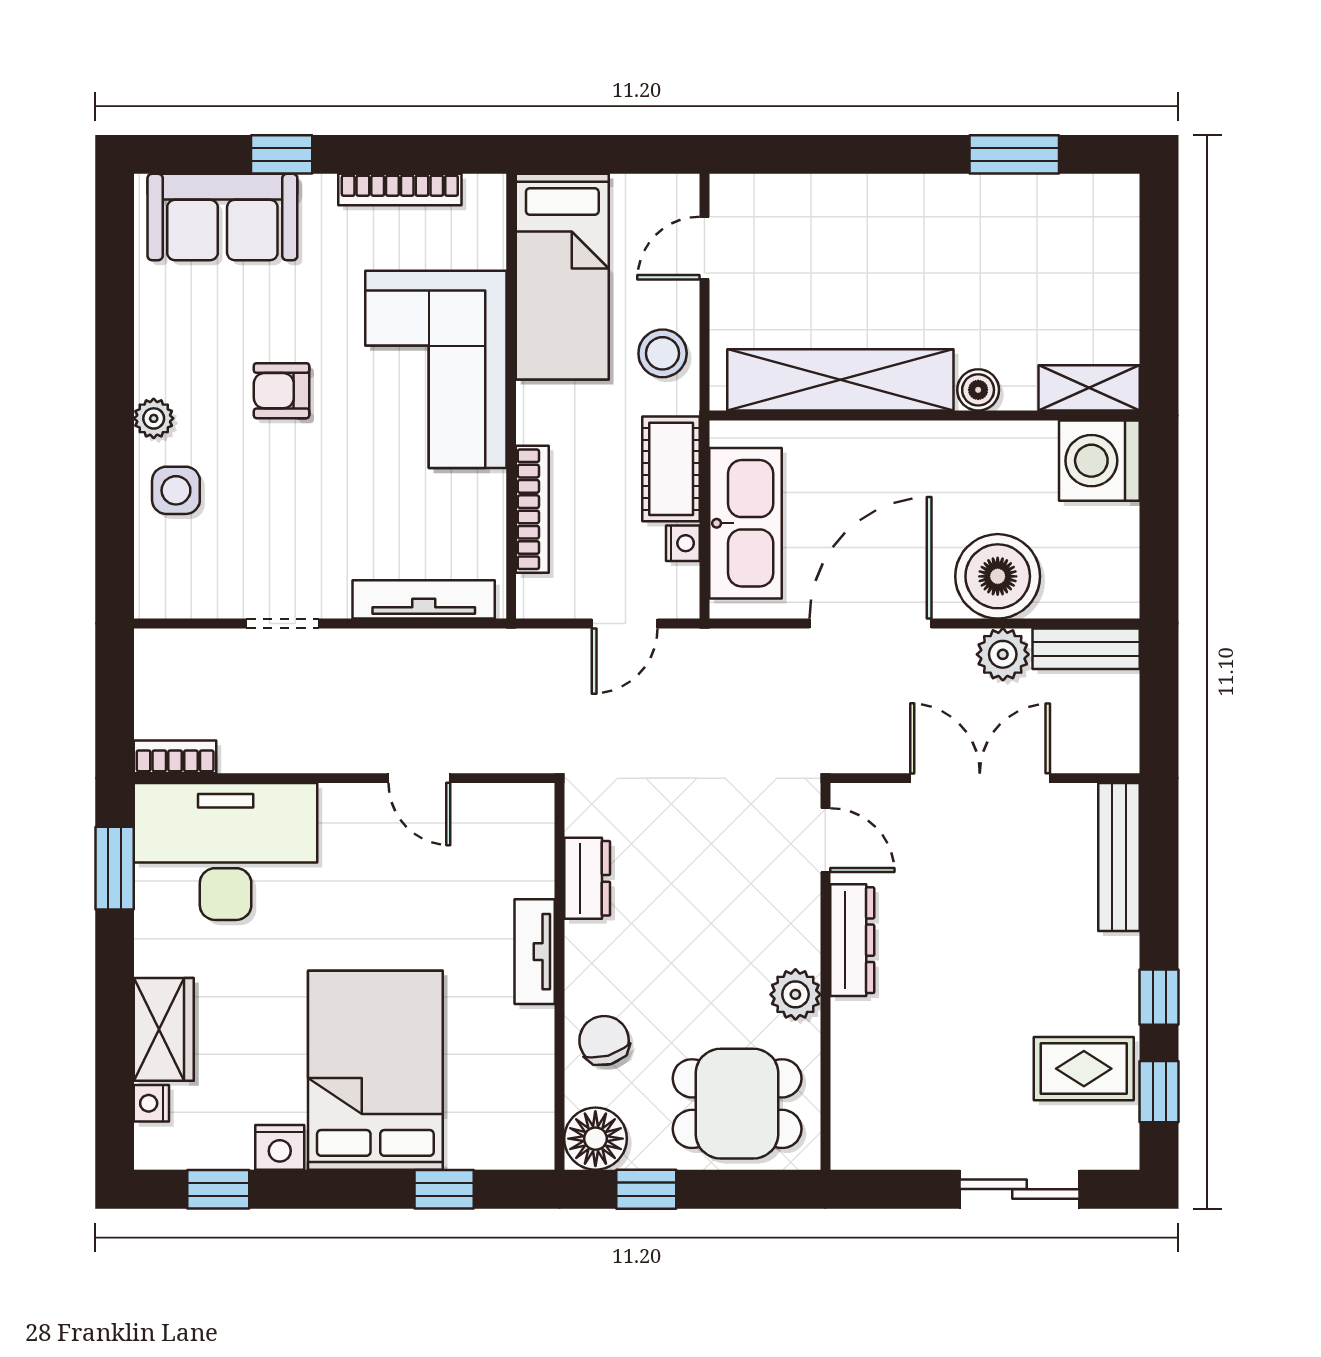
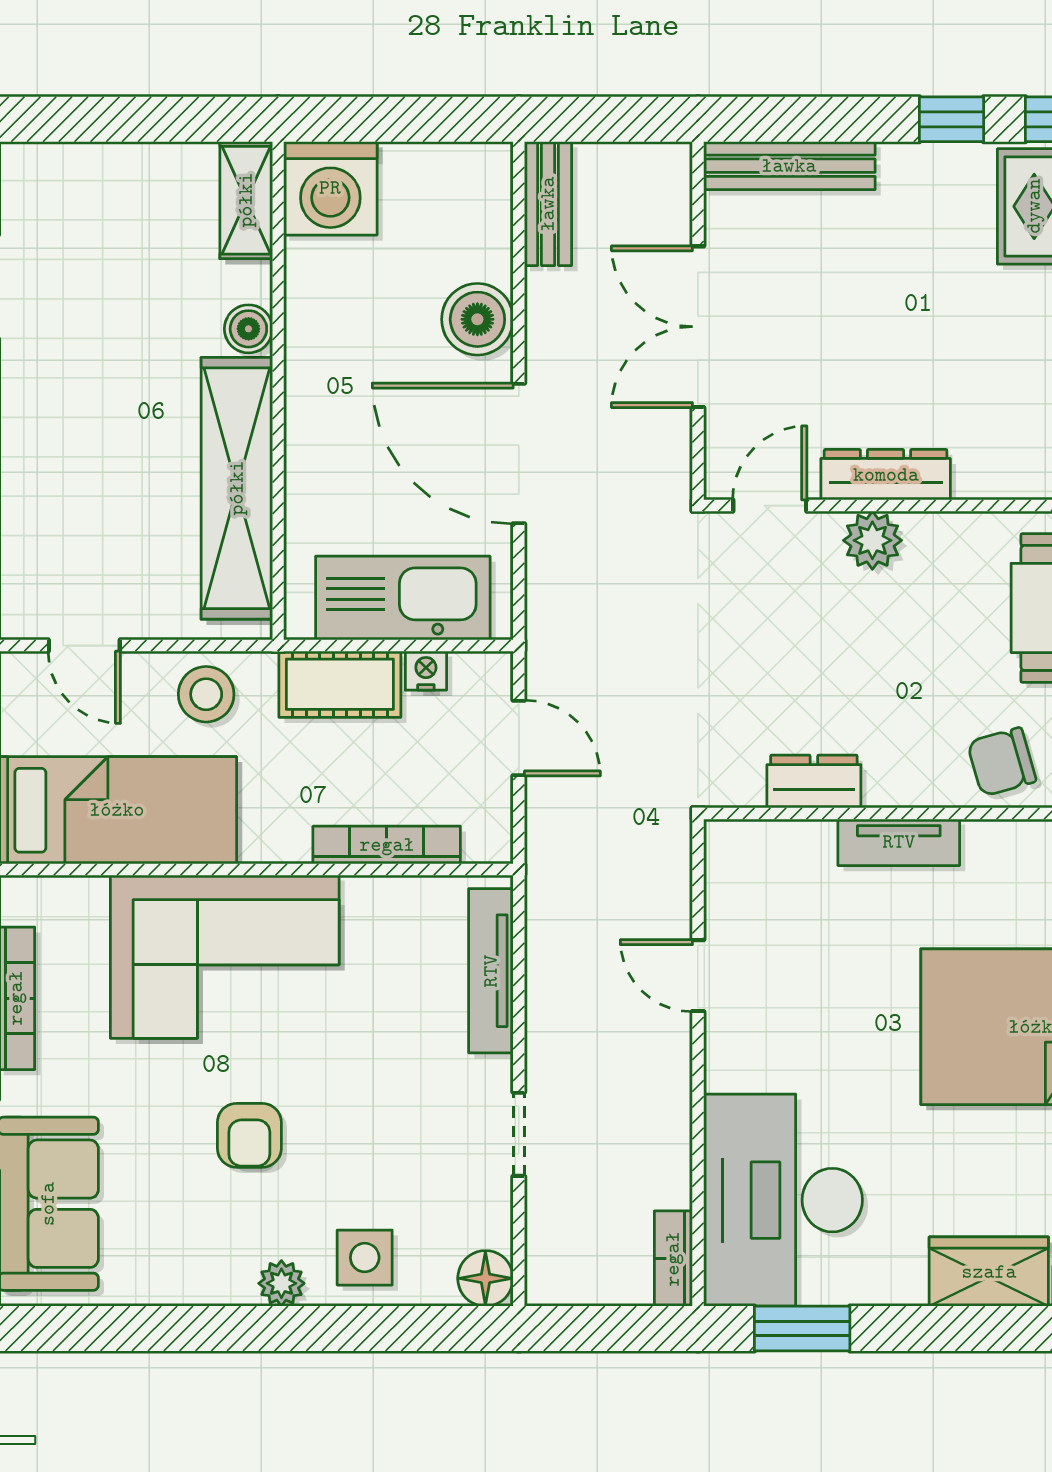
boiler: (998, 576) -> (477, 319), width x0.73, depth x0.73
floor lamp: (158, 595) -> (485, 1278), added
plant: (1003, 654) -> (555, 300), removed
door: (419, 778) -> (698, 976), swing flipped
plant: (795, 994) -> (872, 540), moved

